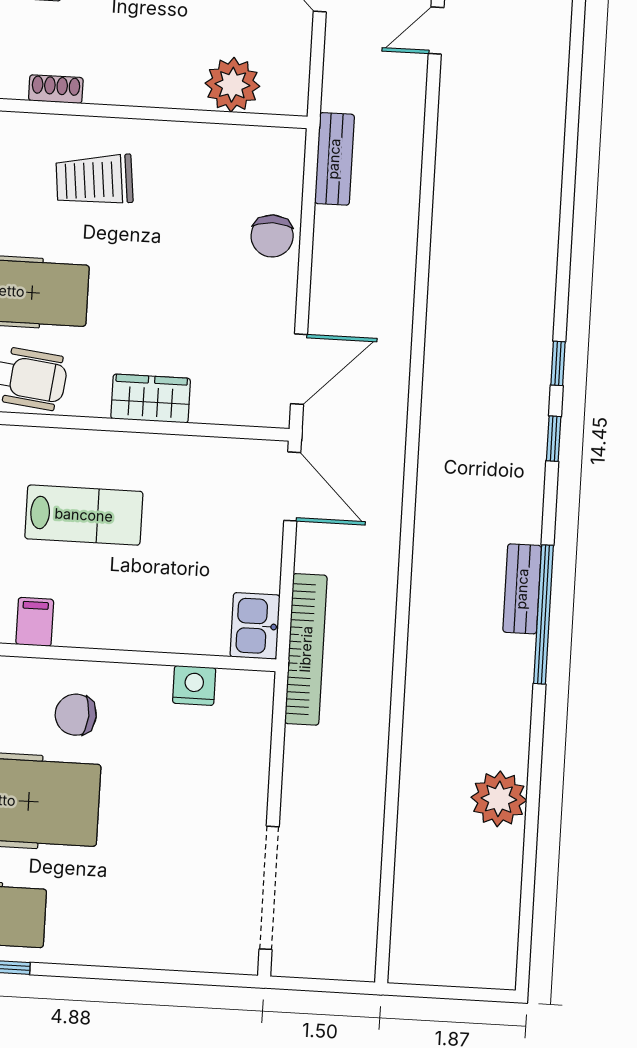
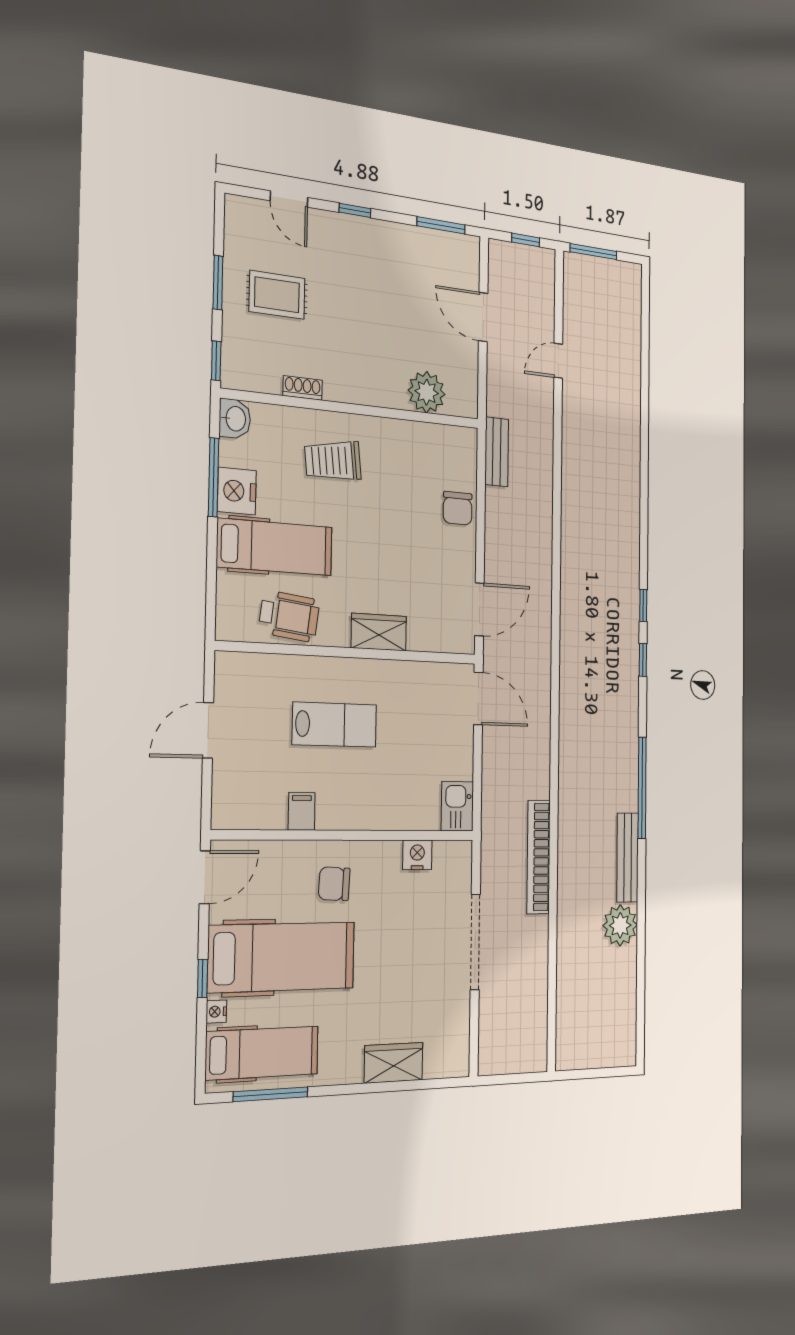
bench: (522, 589) -> (628, 857), moved, width x1.36
bookcase: (306, 649) -> (539, 857), moved, turned 180
doorway: (269, 888) -> (475, 942), moved
wardrobe: (150, 946) -> (394, 1063), added

